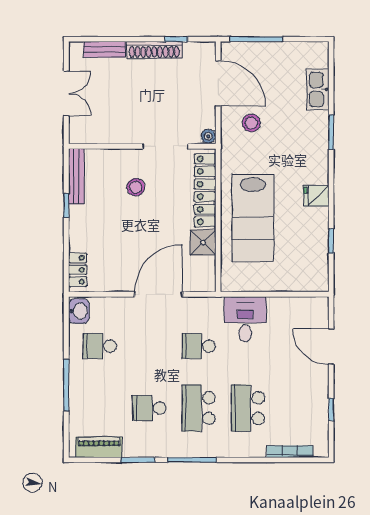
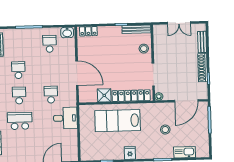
stool: (251, 123) -> (165, 130), moved
stool: (136, 187) -> (144, 49), moved
school desk: (199, 408) -> (19, 96), width x0.54

